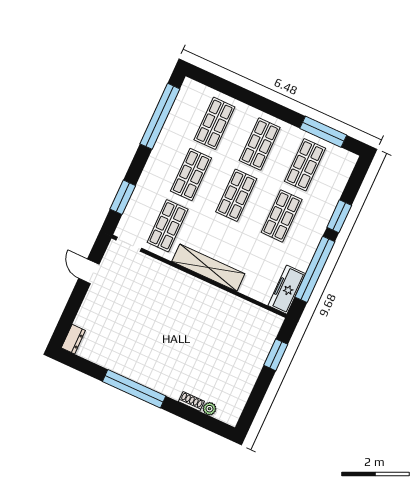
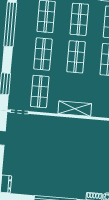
shelving: (208, 268) -> (75, 109), width x0.68

